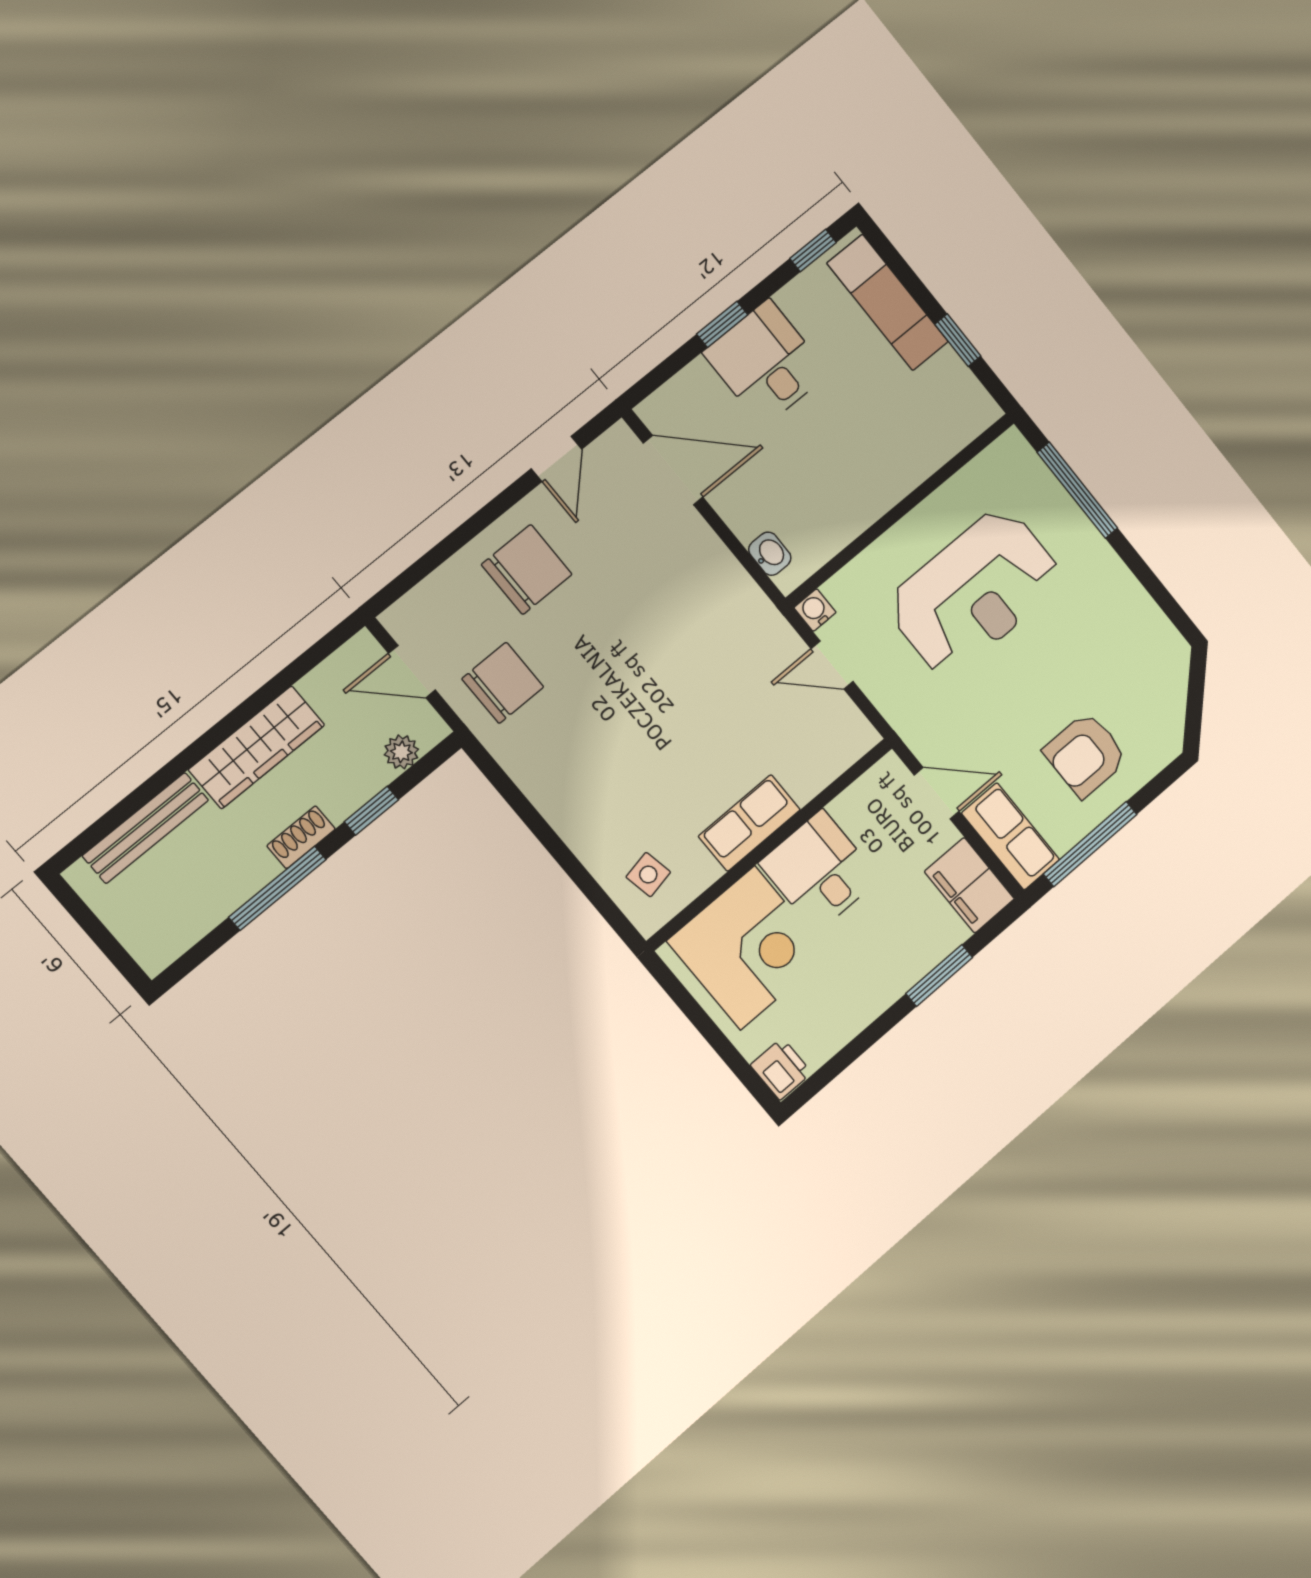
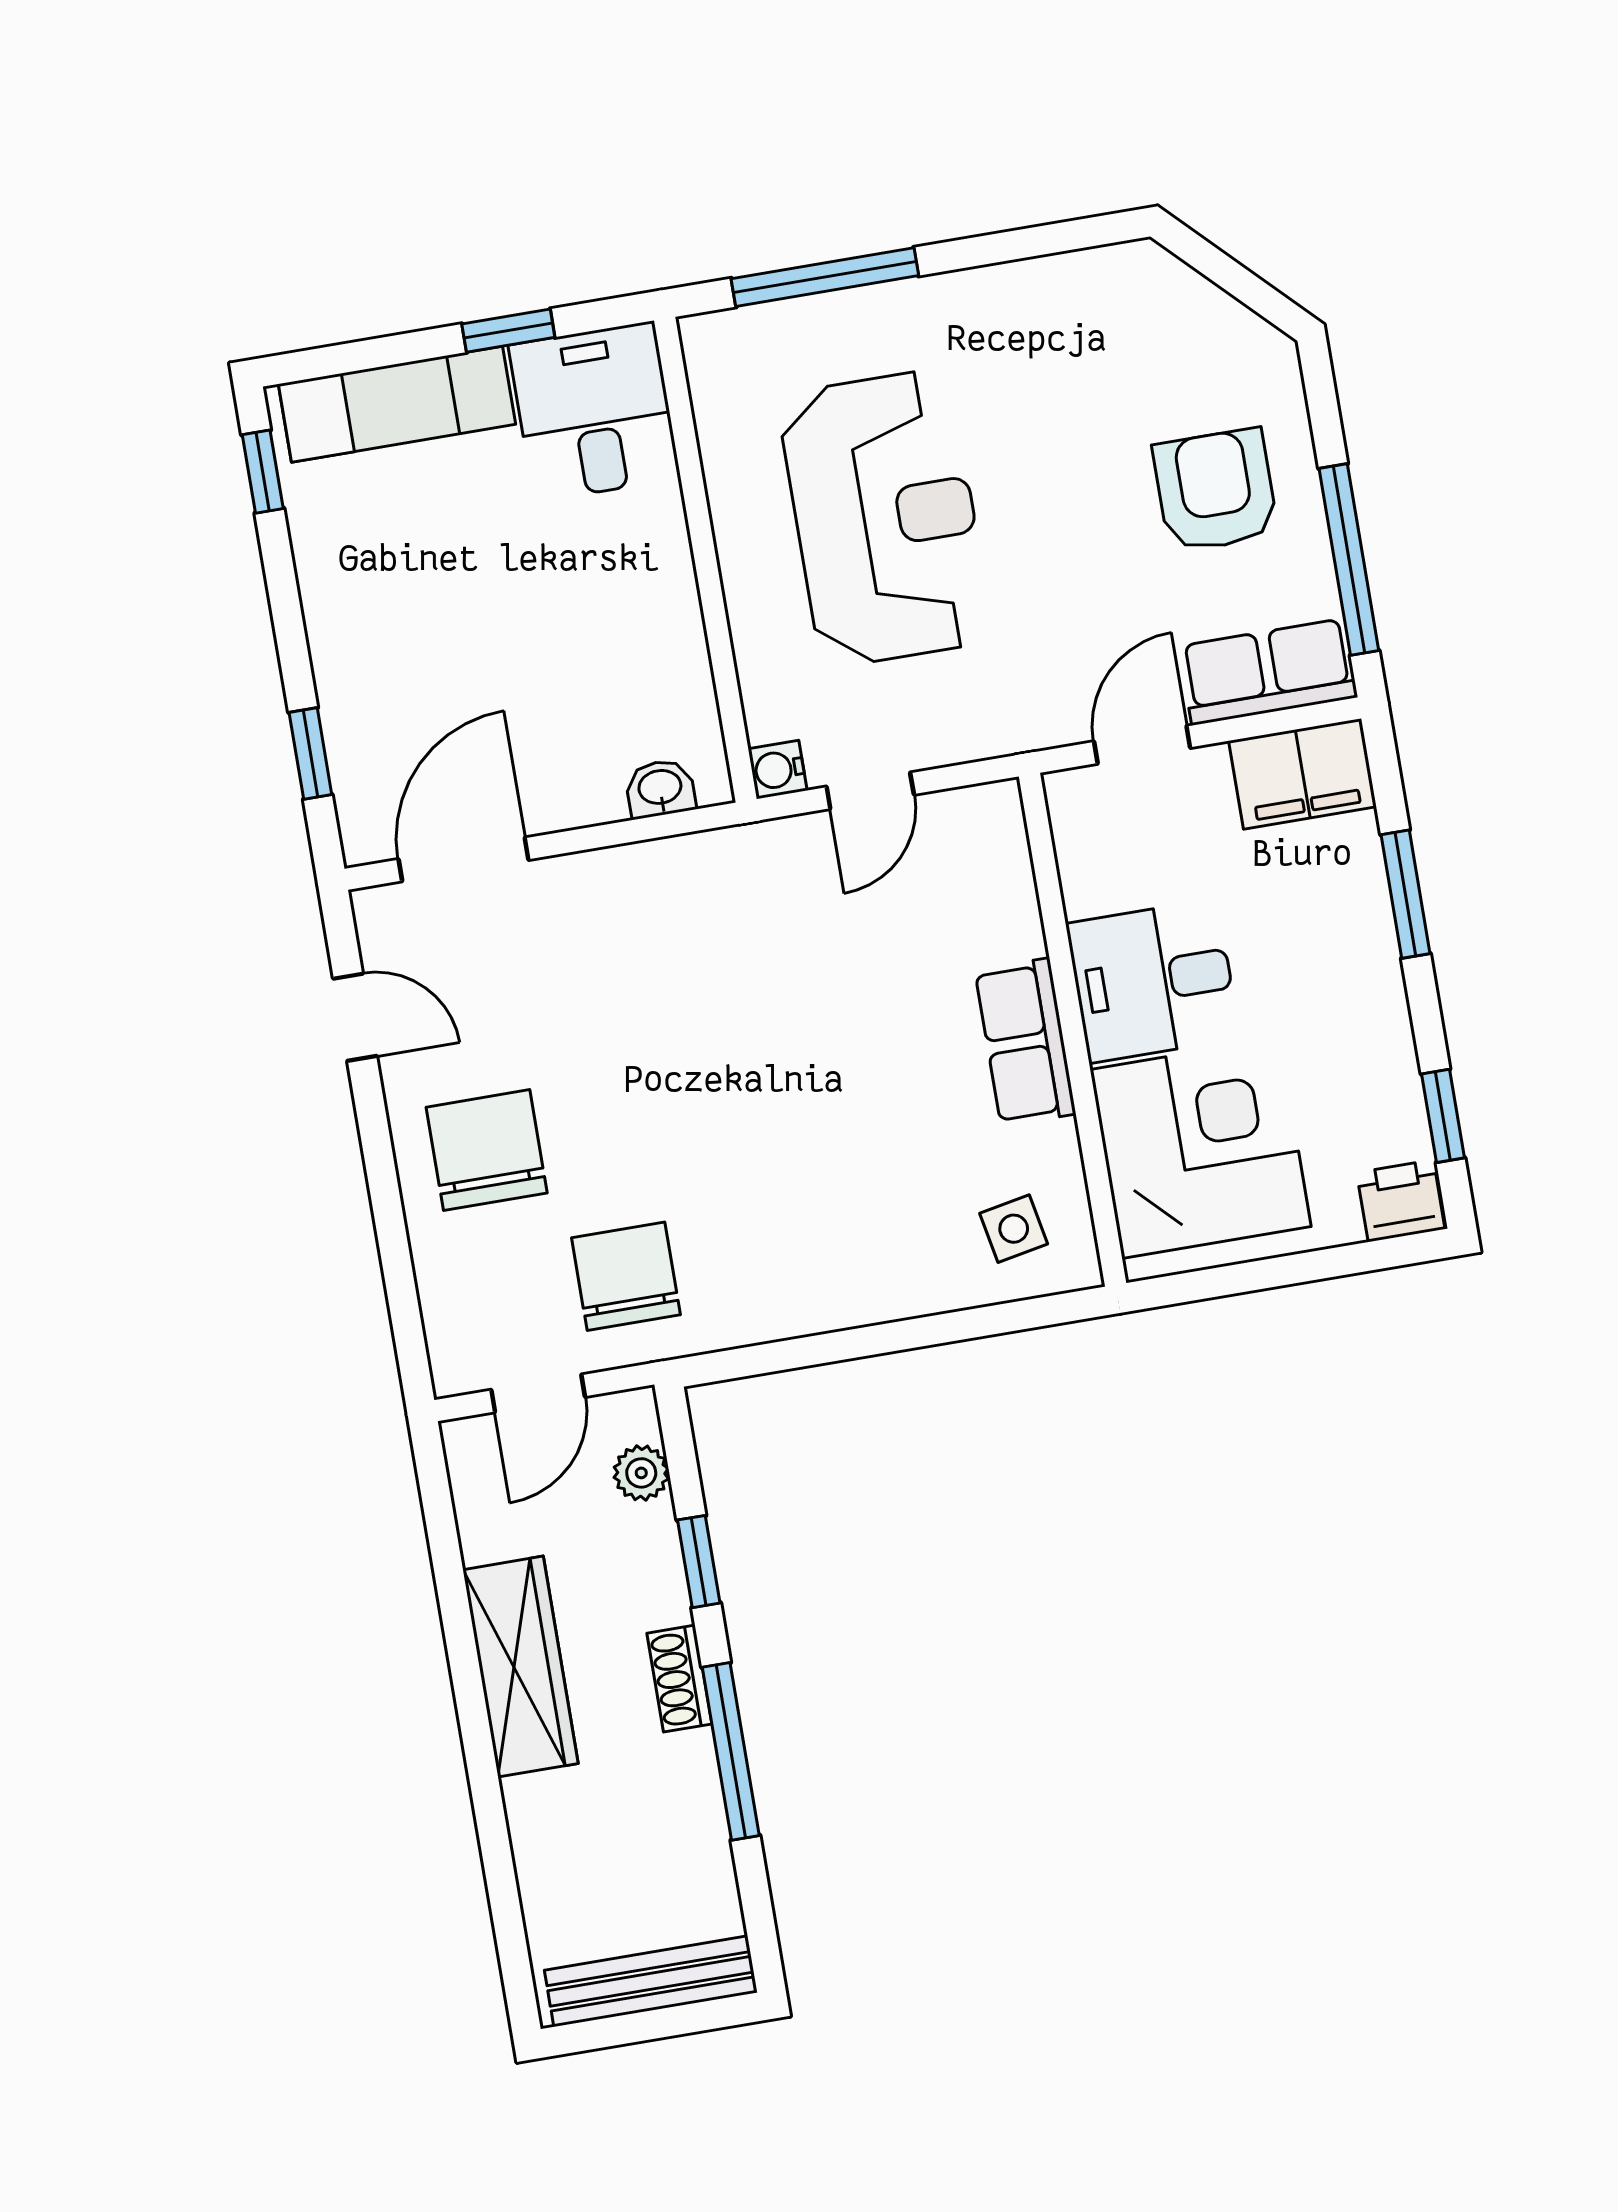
window: (722, 324) -> (310, 753), moved
desk: (766, 363) -> (594, 412), moved, turned 90
armchair: (1085, 755) -> (1215, 490), turned 180
bench: (146, 828) -> (651, 1981), moved, turned 90
window: (838, 1064) -> (1443, 1116), added

